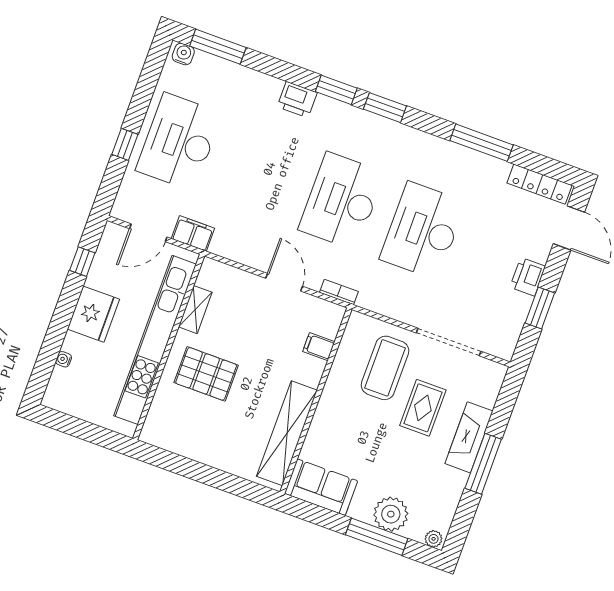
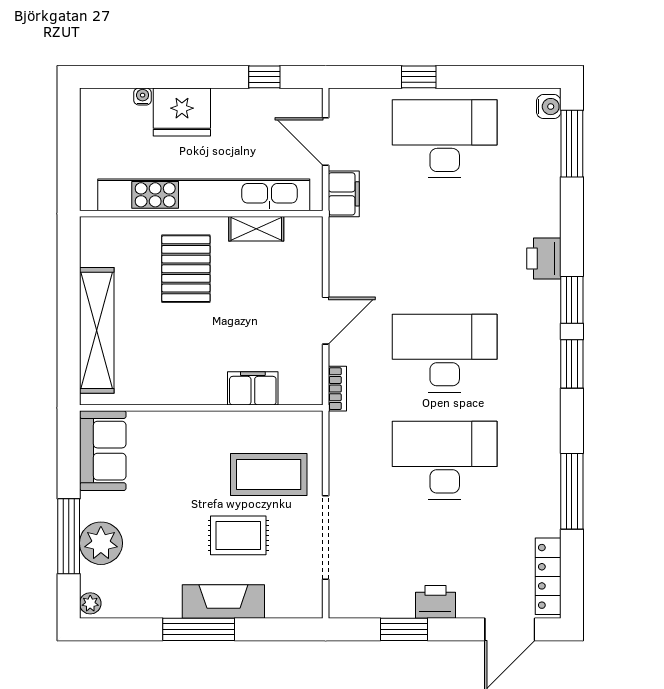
fridge: (93, 314) -> (182, 112), moved
filing cabinet: (319, 347) -> (253, 388), width x2.00
shelving: (287, 433) -> (97, 330), moved, turned 90

